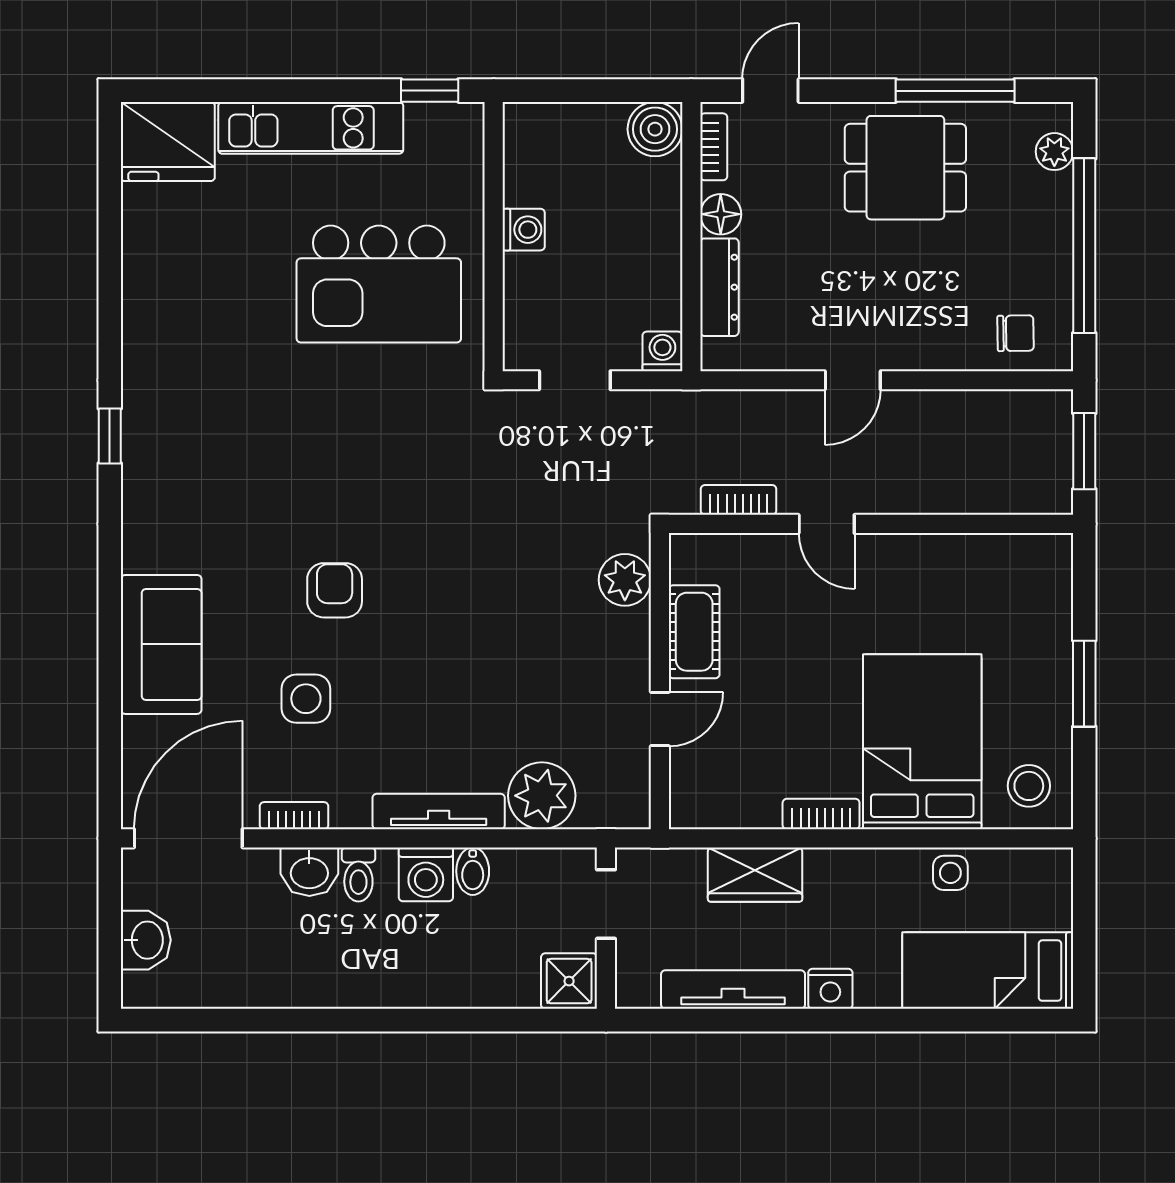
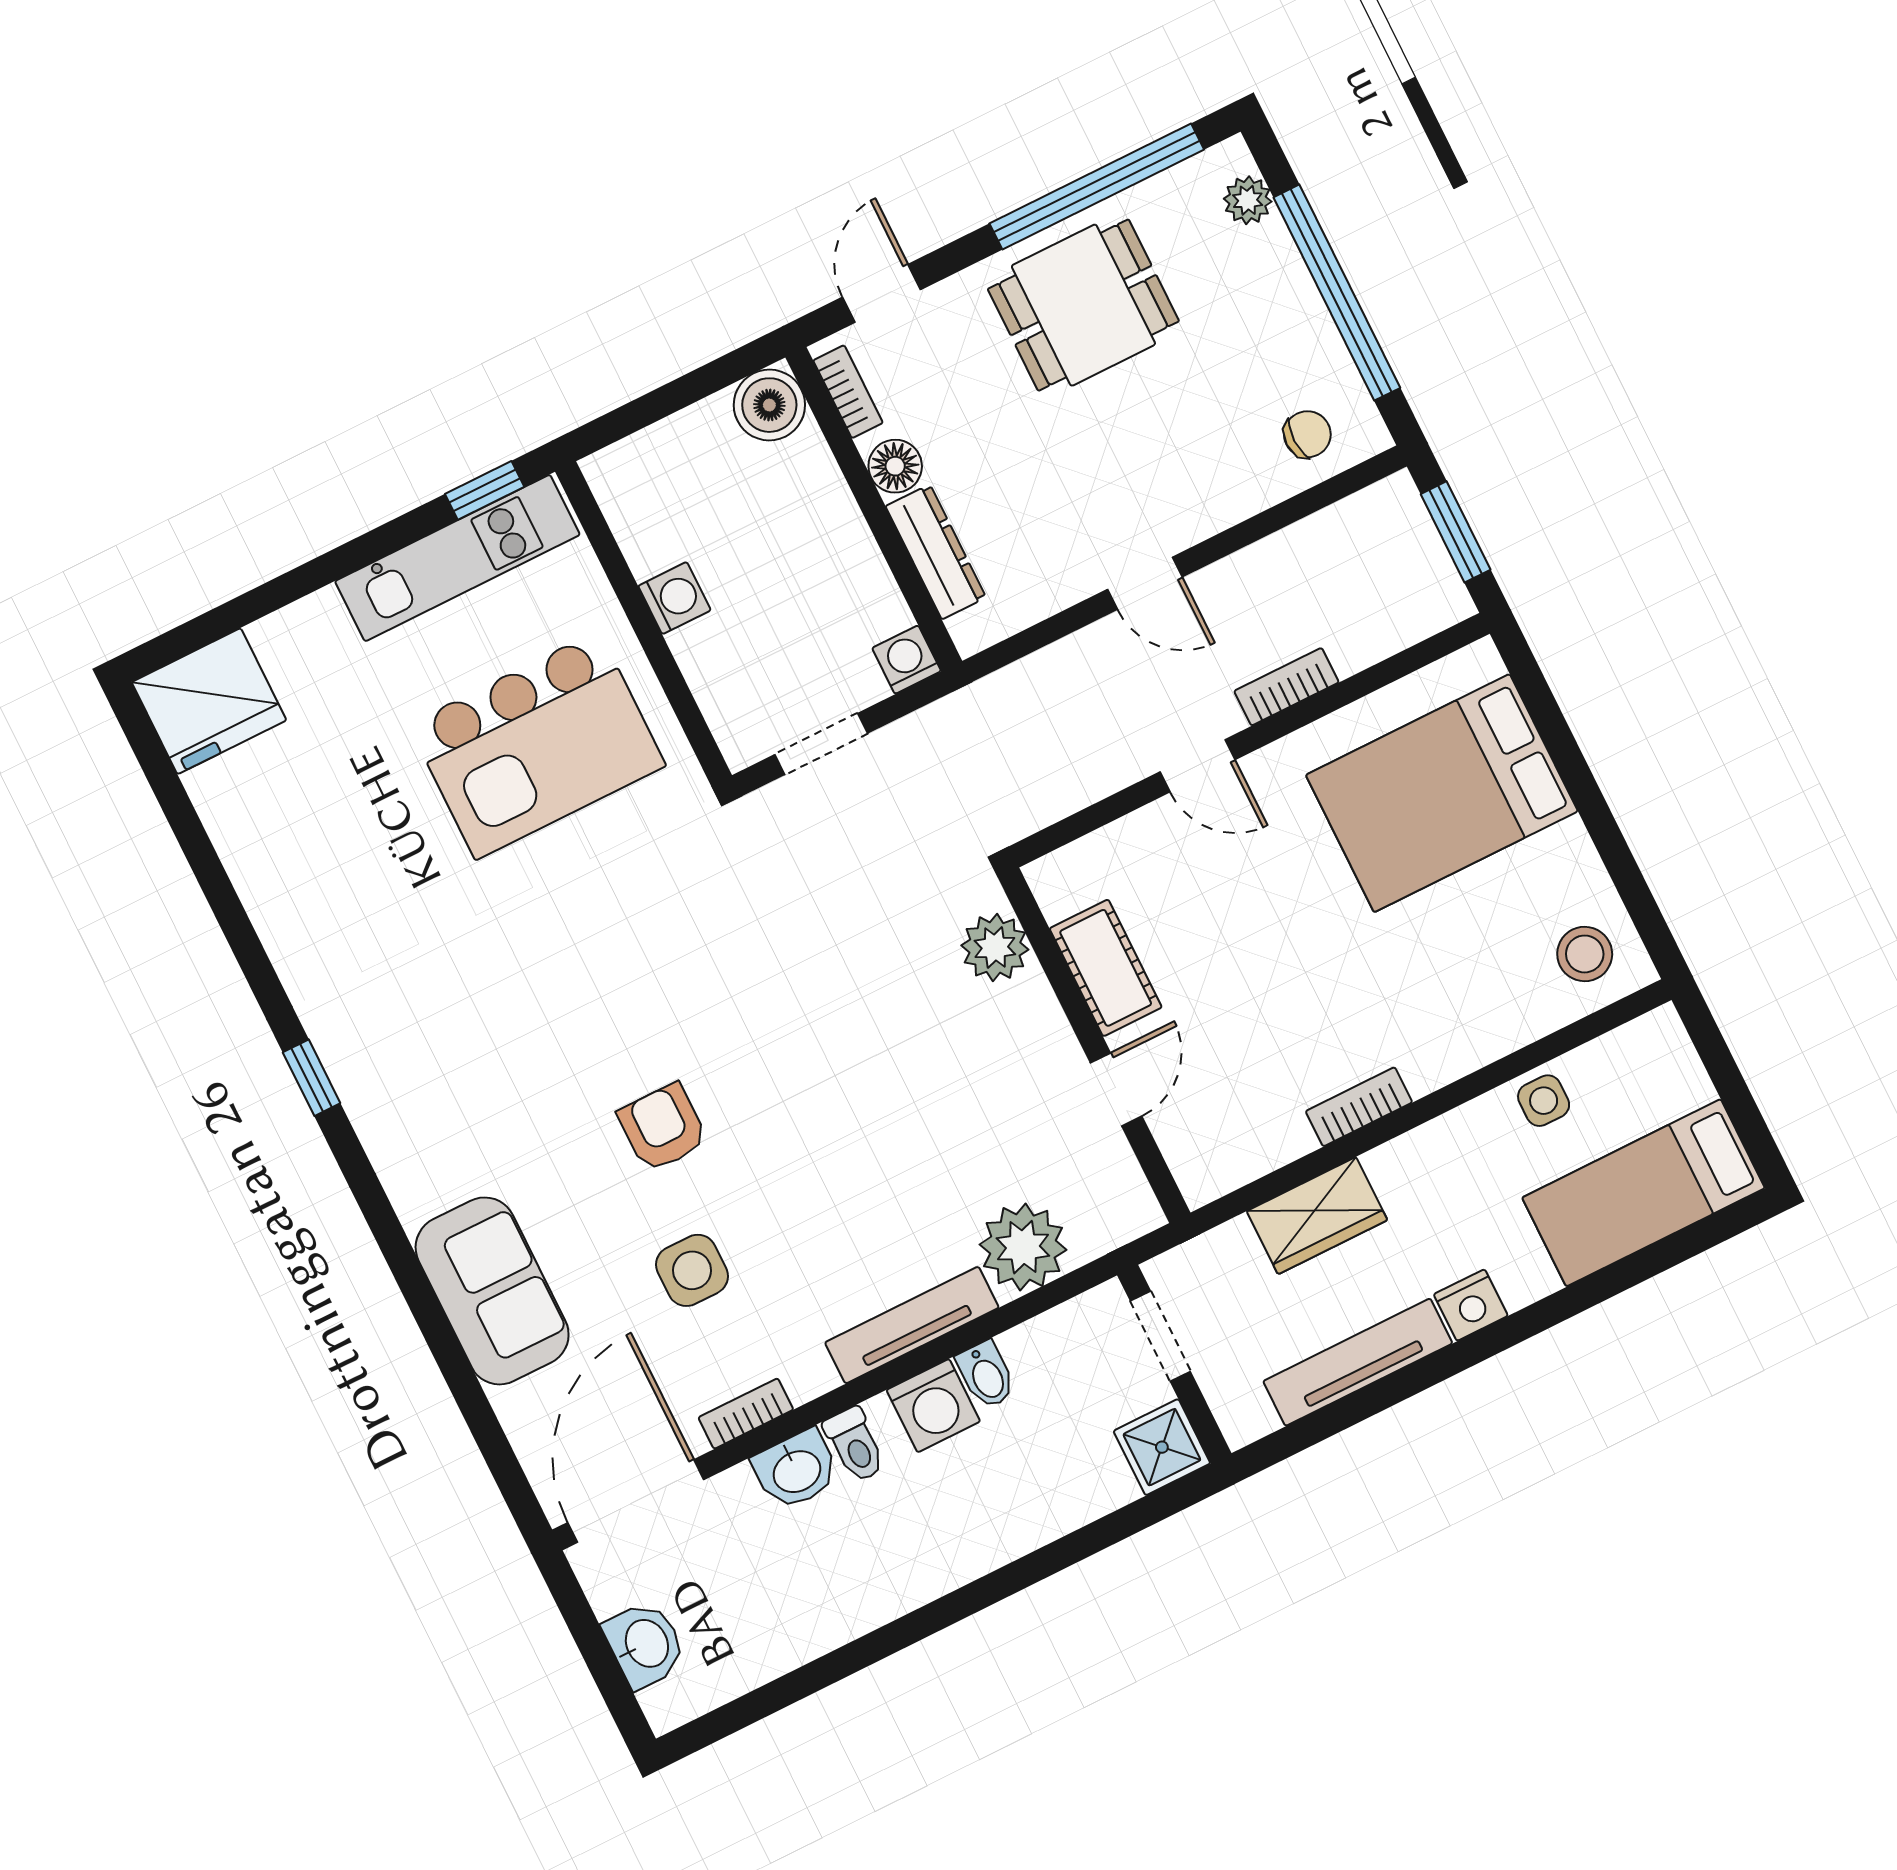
window: (955, 91) -> (1097, 187), width x1.46
kitchen unit: (311, 128) -> (457, 558), moved
door: (853, 380) -> (1145, 583), hinge flipped
bookcase: (739, 500) -> (1286, 687), moved
window: (1084, 684) -> (1590, 803), removed
bed: (922, 742) -> (1442, 793), moved, turned -90

